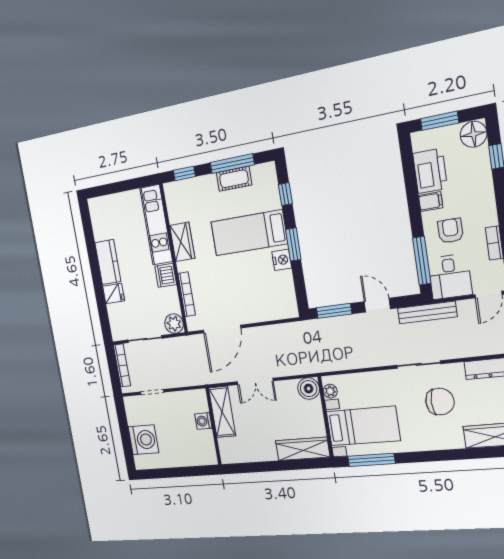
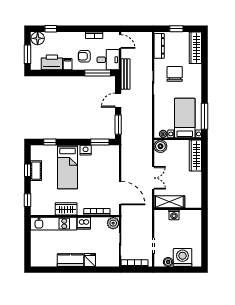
window: (232, 164) -> (28, 170), width x0.46
window: (293, 245) -> (100, 142), moved
boiler: (133, 418) -> (168, 262), added

